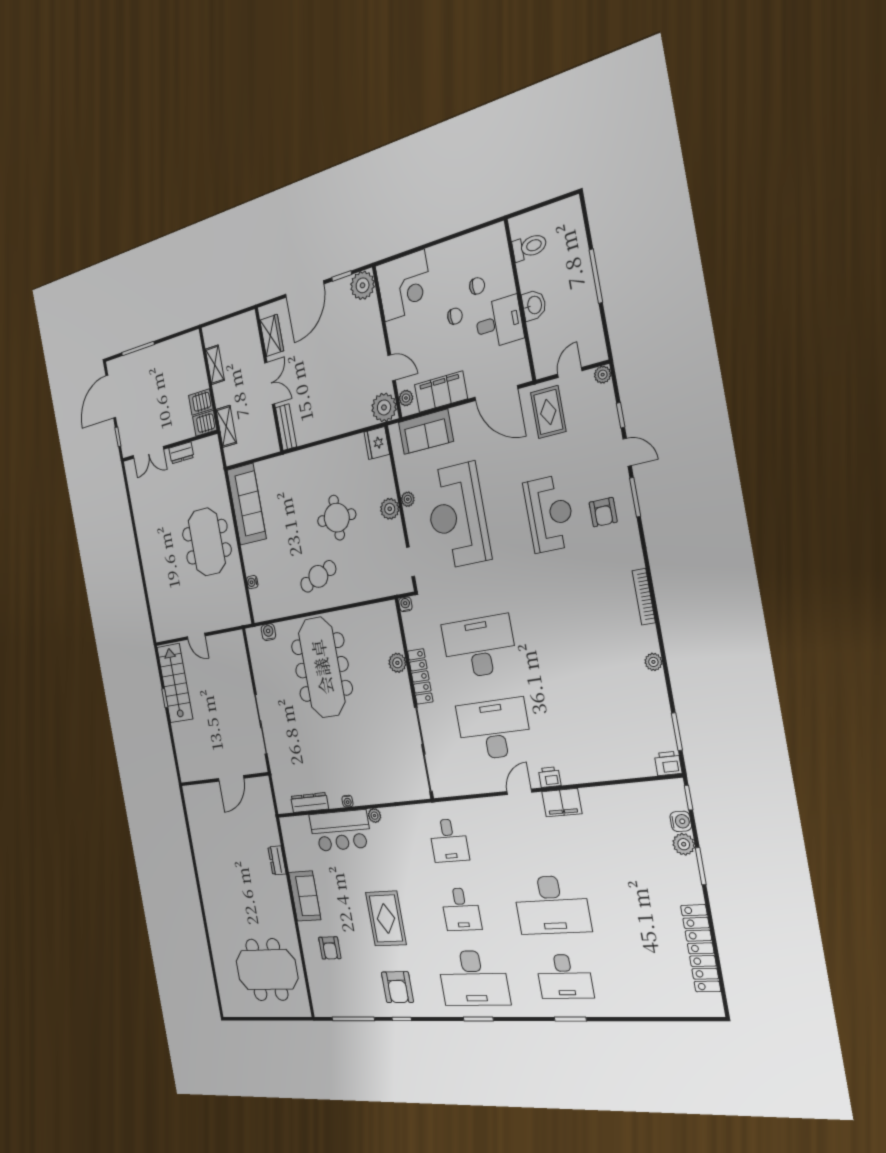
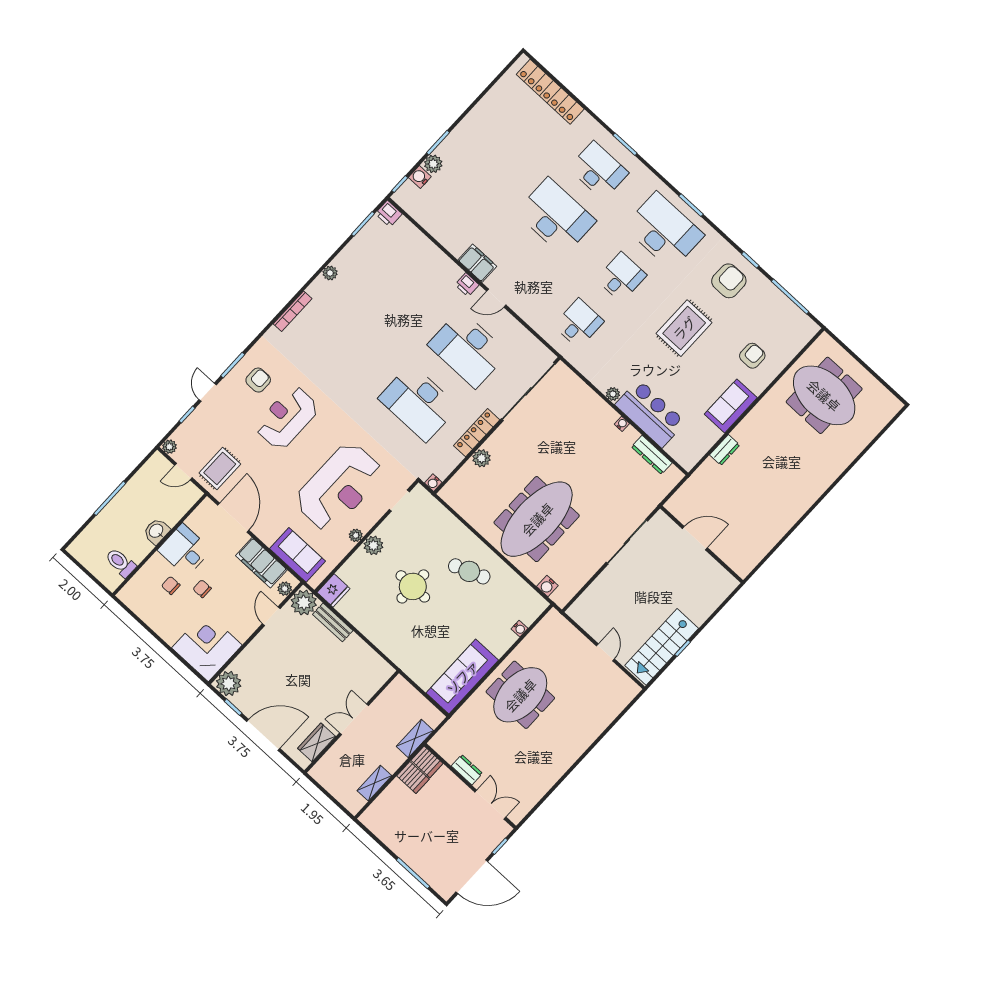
bench: (286, 427) -> (333, 622), moved, turned 90
locker: (701, 948) -> (550, 92), moved, turned 90

